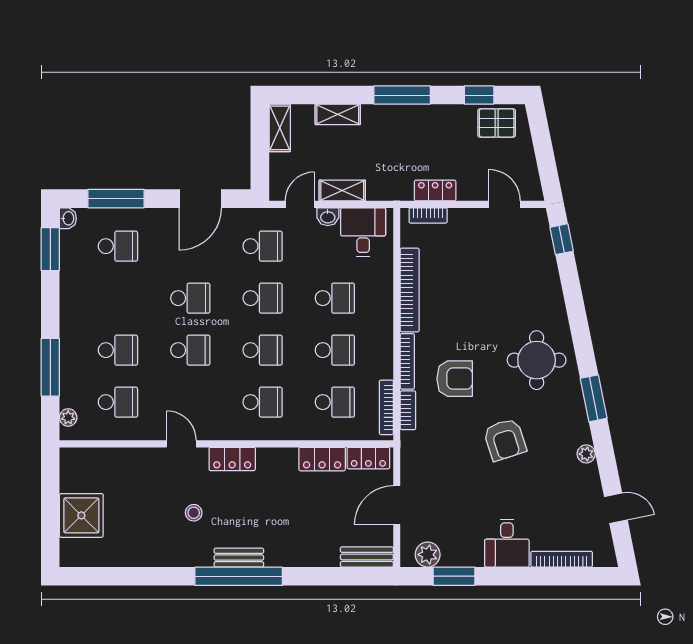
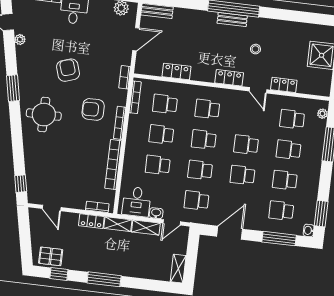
shelving: (338, 114) -> (118, 224), moved
school desk: (118, 298) -> (285, 180), added
bookcase: (408, 410) -> (125, 77), moved
plant: (586, 454) -> (20, 40), moved
locker: (368, 458) -> (284, 85), moved

